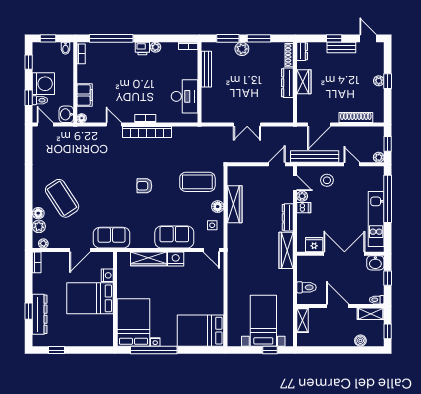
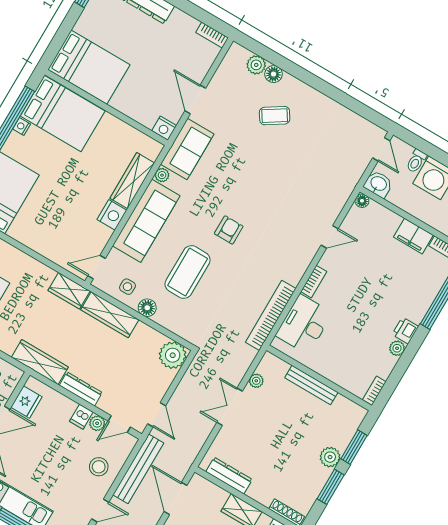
bench: (206, 69) -> (311, 385), moved
dresser: (287, 83) -> (229, 476), moved
filing cabinet: (85, 95) -> (413, 236), moved
desk: (184, 96) -> (304, 324), moved, turned 90
window: (29, 98) -> (428, 149), removed
plant: (223, 118) -> (256, 381), added
door: (45, 125) -> (381, 149), hinge flipped
bookcase: (147, 132) -> (271, 315), moved
plant: (237, 175) -> (173, 355), added
coffee table: (197, 182) -> (188, 272), moved
coffee table: (62, 198) -> (275, 116), width x0.54, depth x0.58
wardrobe: (235, 204) -> (110, 315), moved
sofa: (174, 237) -> (146, 221), width x1.36
plant: (43, 243) -> (162, 175), moved
wardrobe: (235, 258) -> (69, 291), added
nightstand: (107, 275) -> (164, 128), moved
bed: (90, 298) -> (89, 67), moved, turned 90

